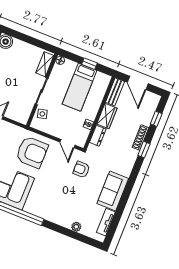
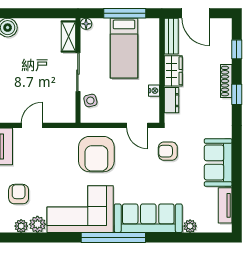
window: (89, 64) -> (125, 13), width x2.17
armchair: (32, 152) -> (96, 154), turned 90
sofa: (50, 210) -> (148, 218), added

